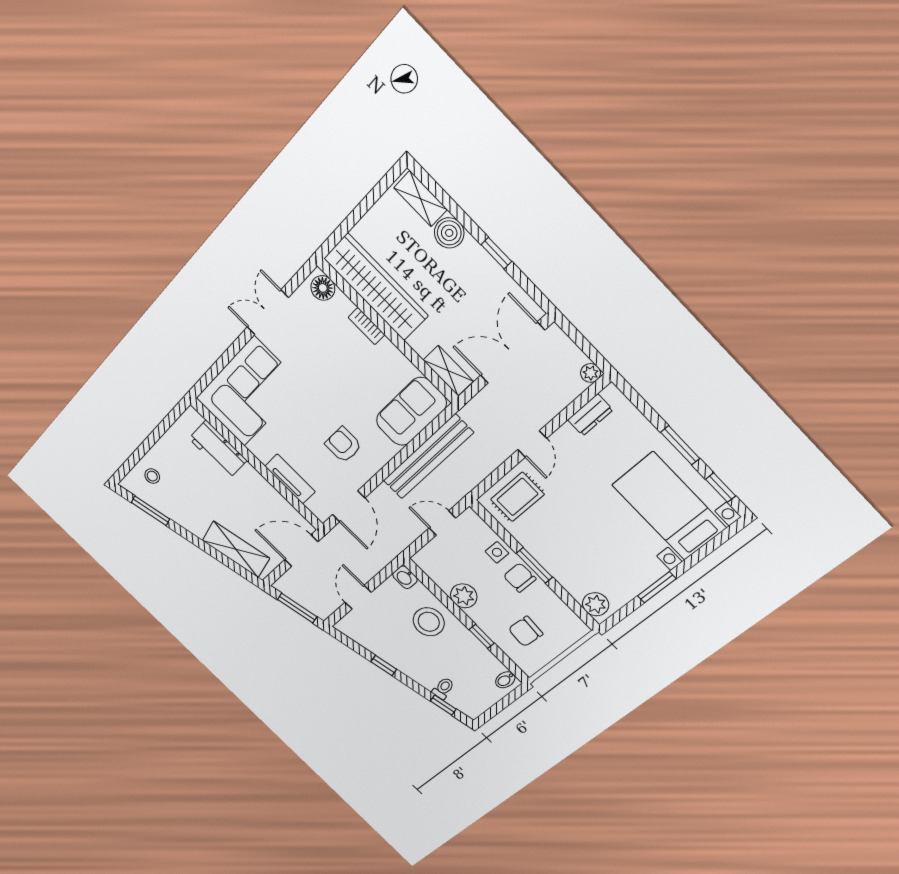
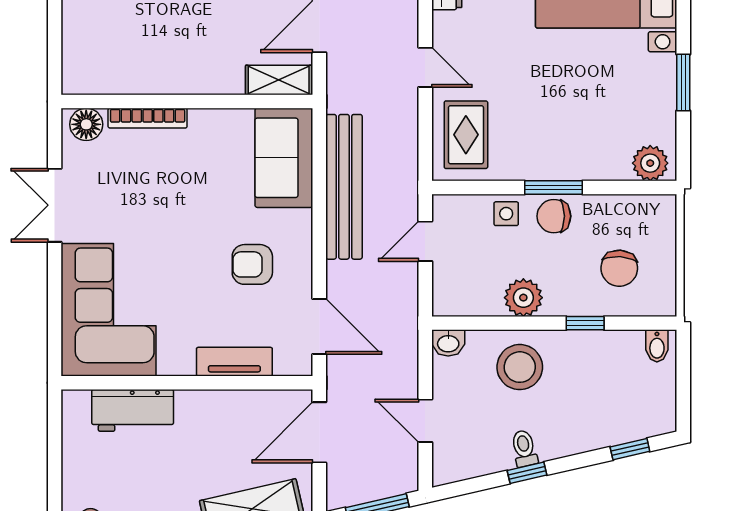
wardrobe: (376, 287) -> (136, 71), removed
bookcase: (366, 326) -> (148, 118), width x1.56
toilet: (443, 688) -> (524, 448), moved

